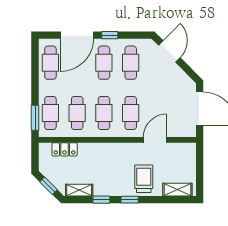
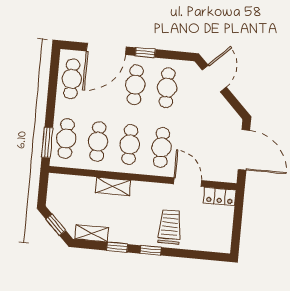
door: (155, 140) -> (188, 182), hinge flipped
locker: (65, 149) -> (220, 196), moved
shelving: (177, 190) -> (113, 186), moved

